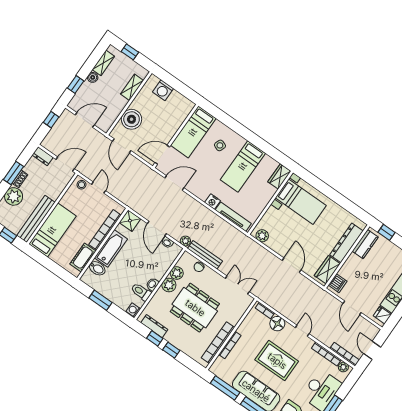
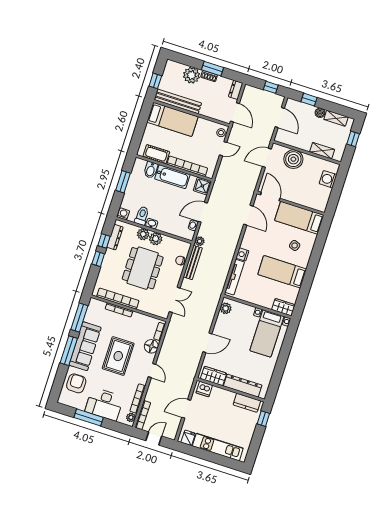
plant: (177, 273) -> (143, 234), moved
door: (302, 331) -> (152, 371), hinge flipped

